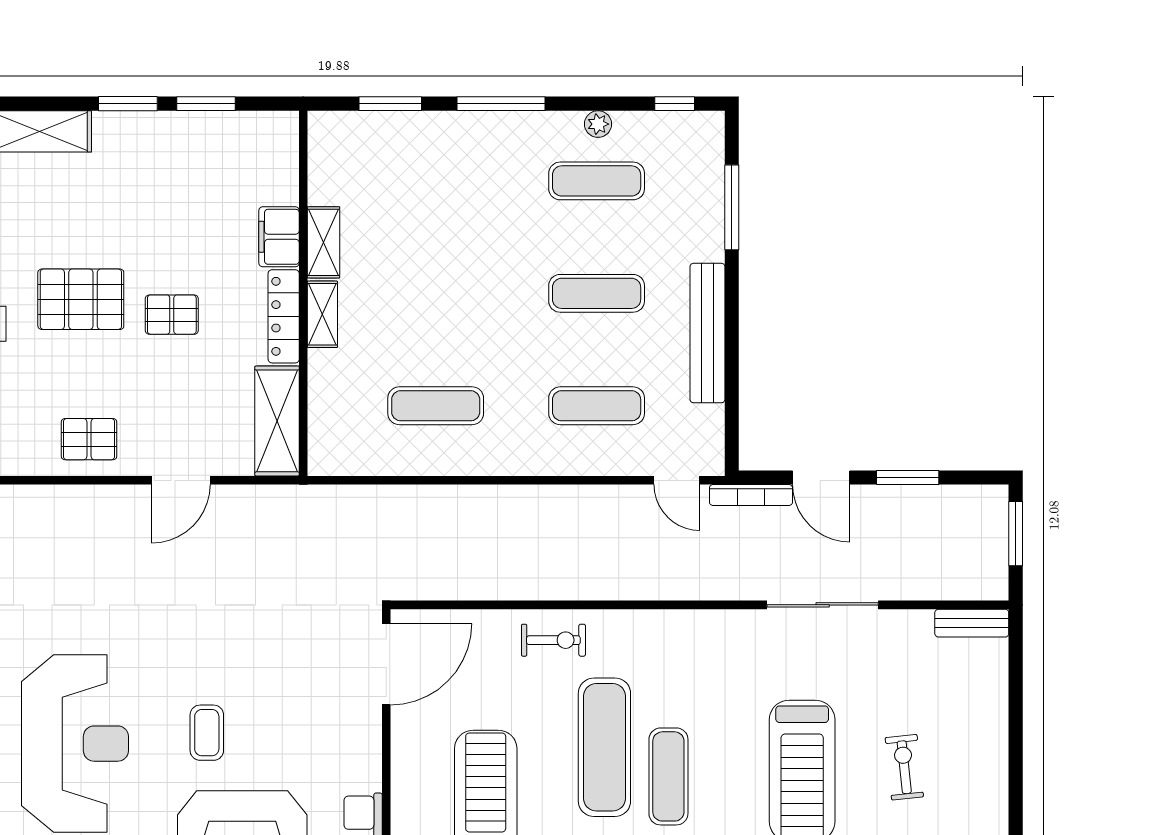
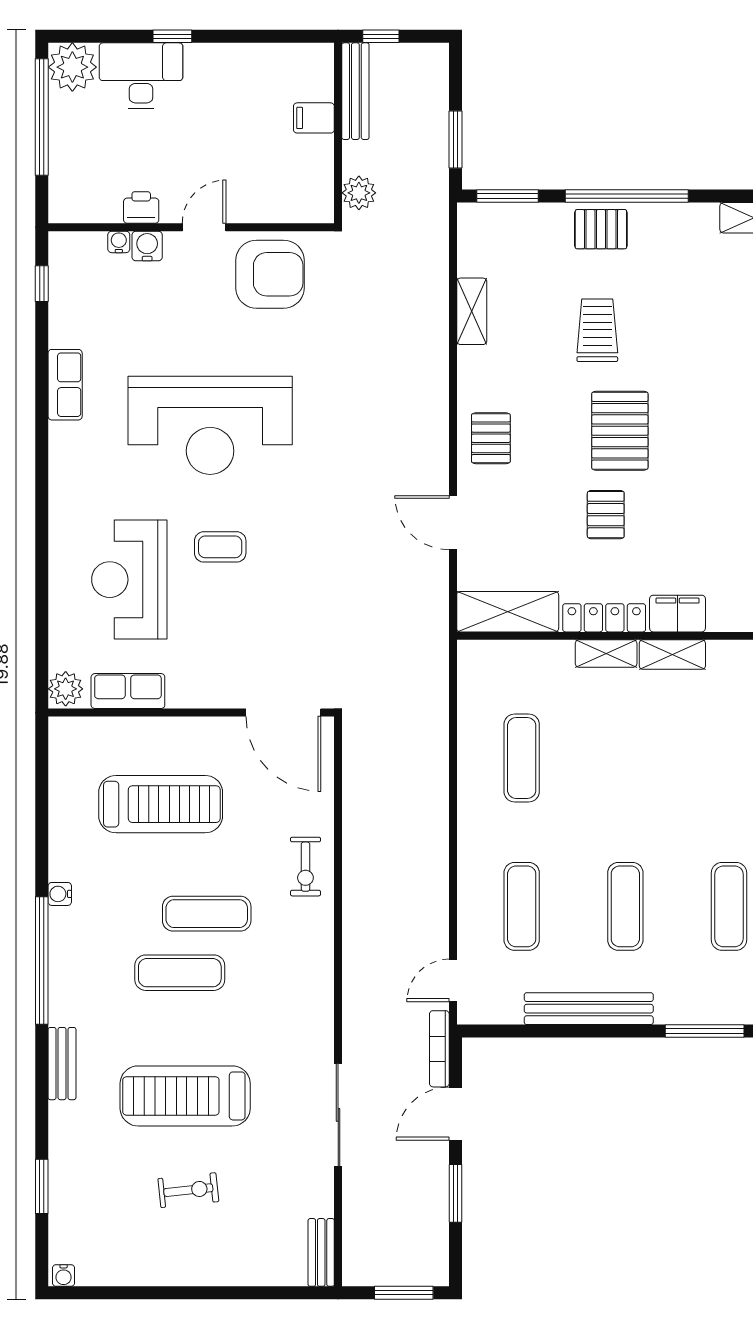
exercise mat: (604, 747) -> (207, 914), width x0.73, depth x0.69

